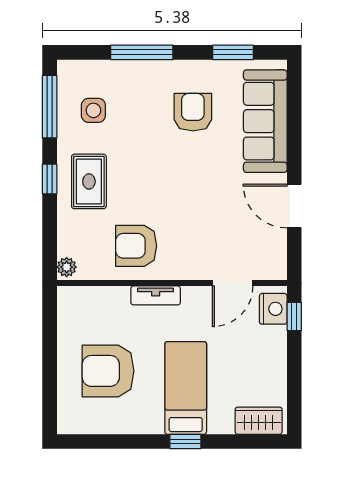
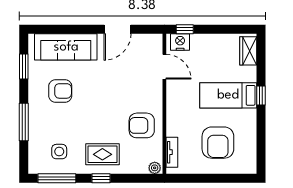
armchair: (193, 112) -> (60, 91), turned 180
armchair: (136, 246) -> (142, 125), turned 90
tv unit: (156, 295) -> (172, 152), moved

